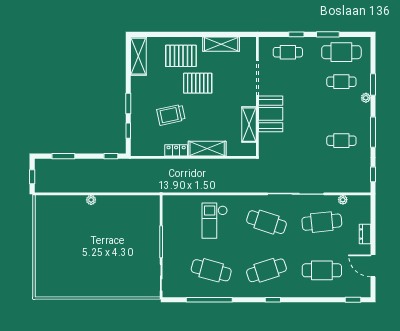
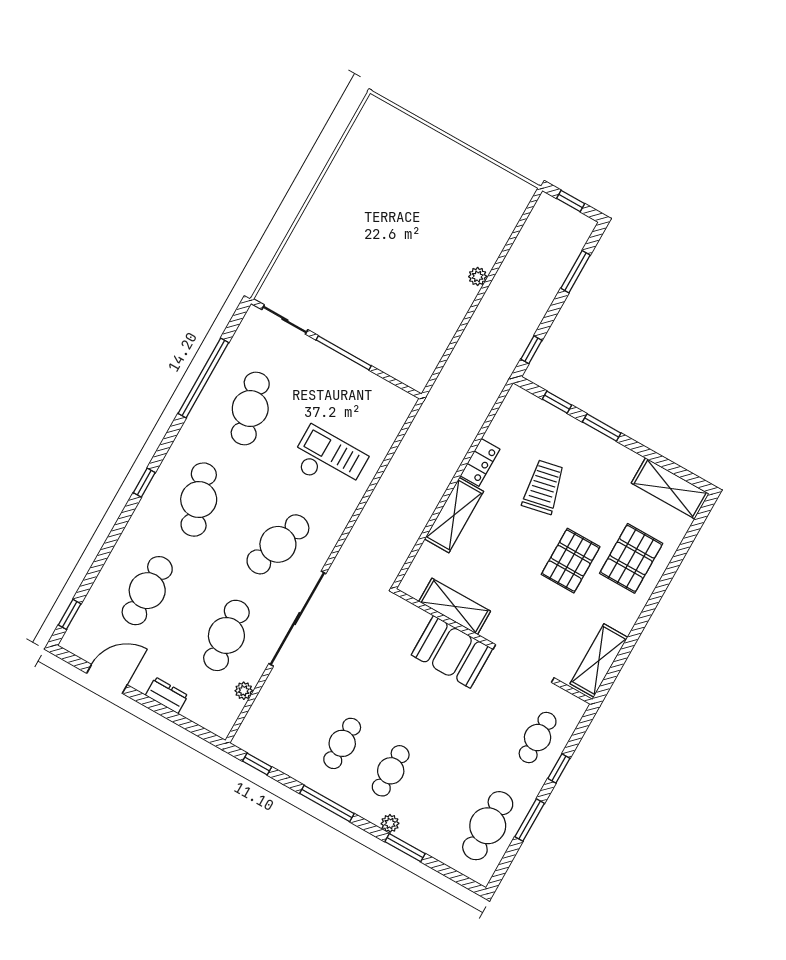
shelving: (221, 44) -> (599, 660), moved
cafe table: (341, 82) -> (391, 771), moved
cafe table: (211, 270) -> (250, 409), turned -30

